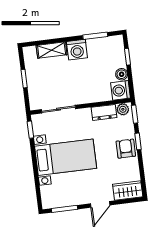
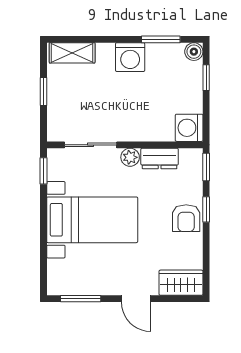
shelving: (52, 50) -> (72, 53), moved
boiler: (122, 74) -> (194, 52), moved
plant: (123, 109) -> (130, 157), moved
armchair: (126, 149) -> (186, 218), turned 180
door: (100, 204) -> (136, 299), hinge flipped

